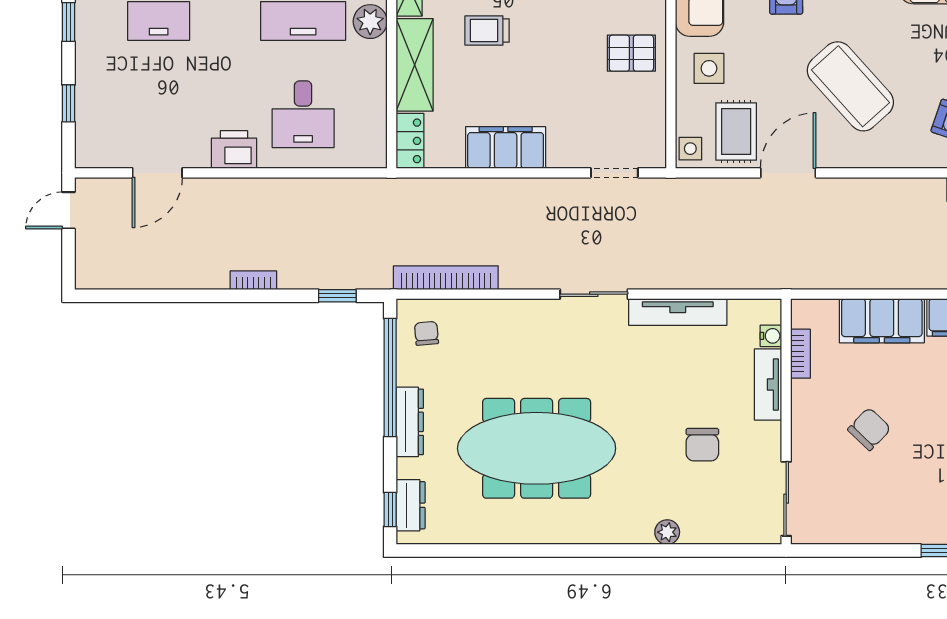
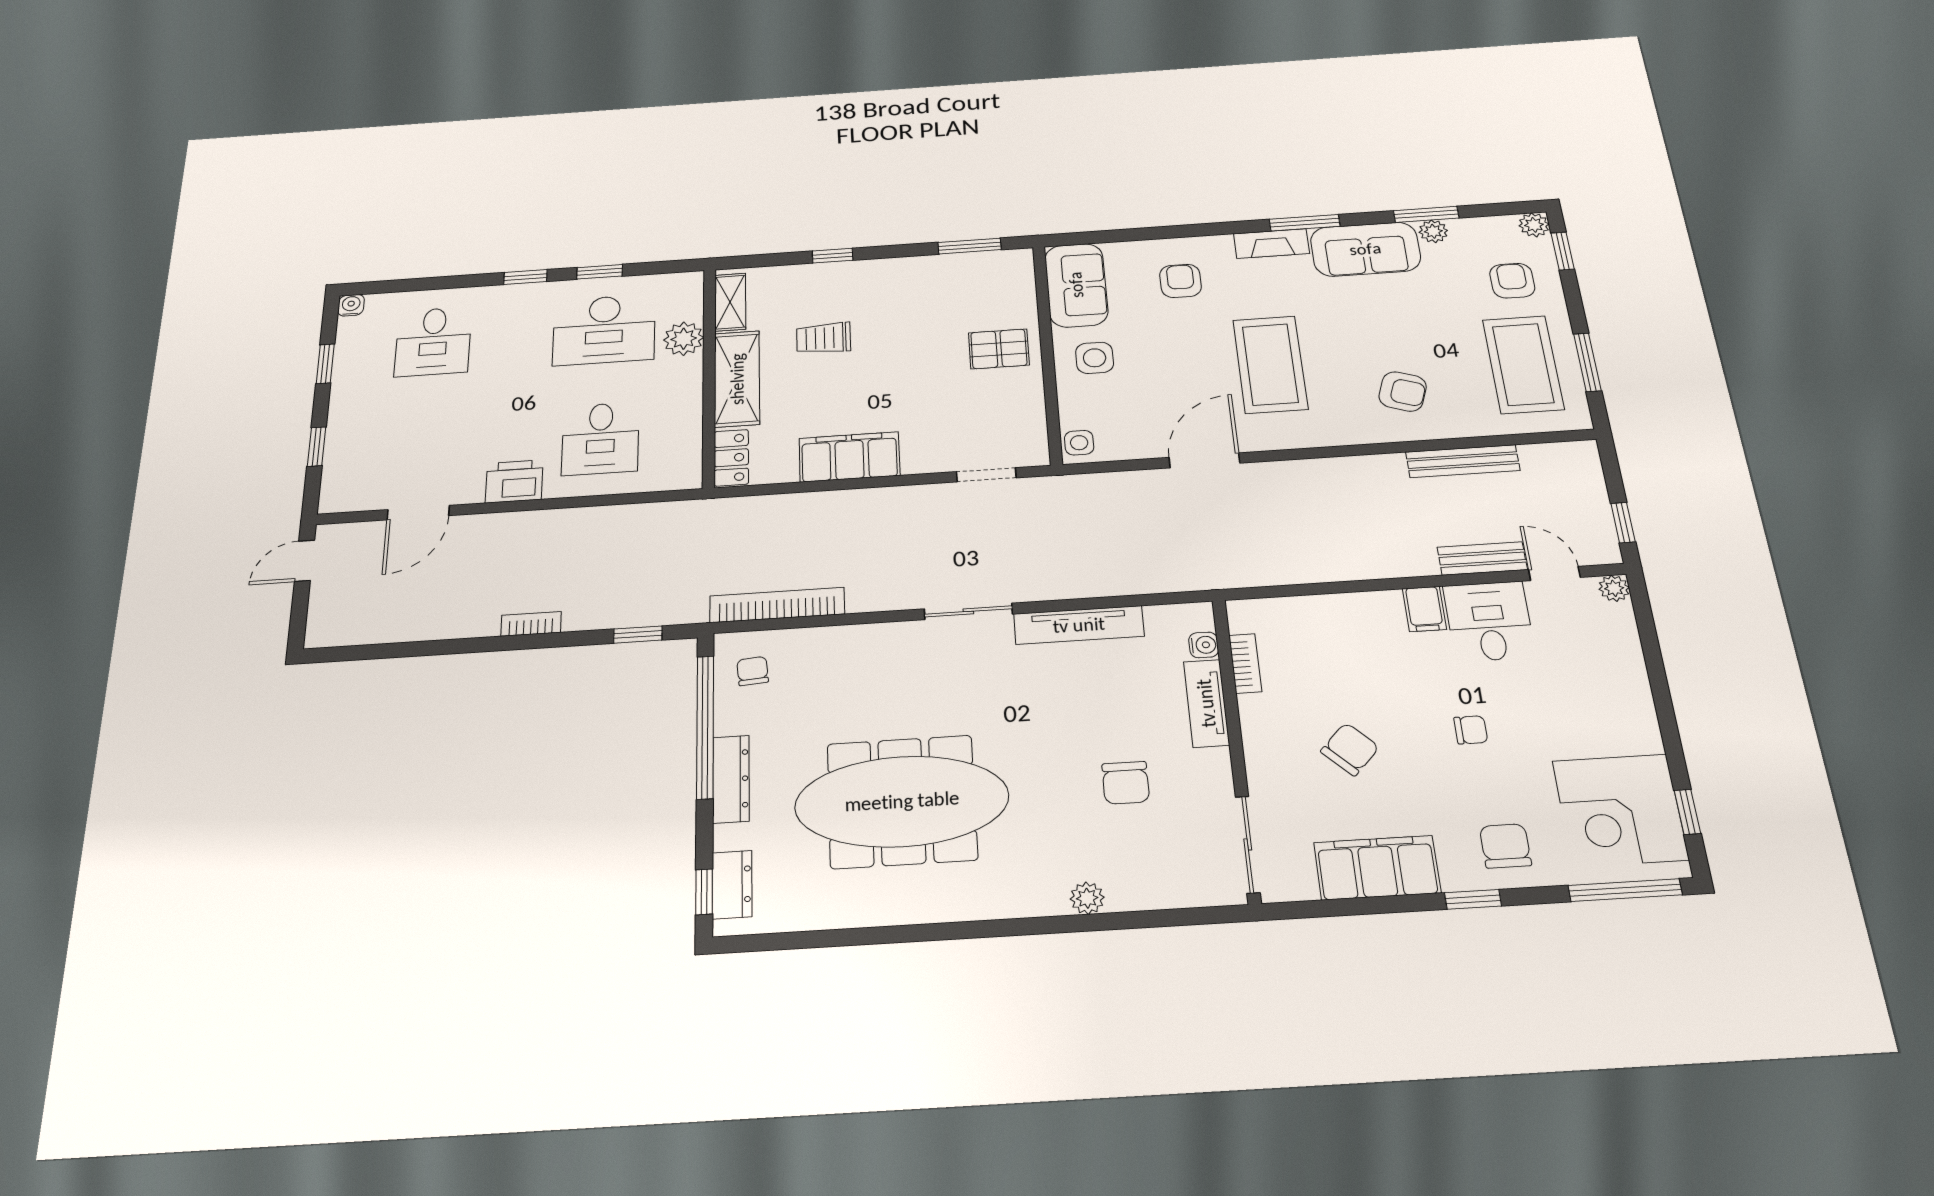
coffee table: (850, 86) -> (1270, 364), turned 42
rug: (736, 131) -> (1134, 421), removed
filing cabinet: (882, 321) -> (1377, 868), moved, turned 180

